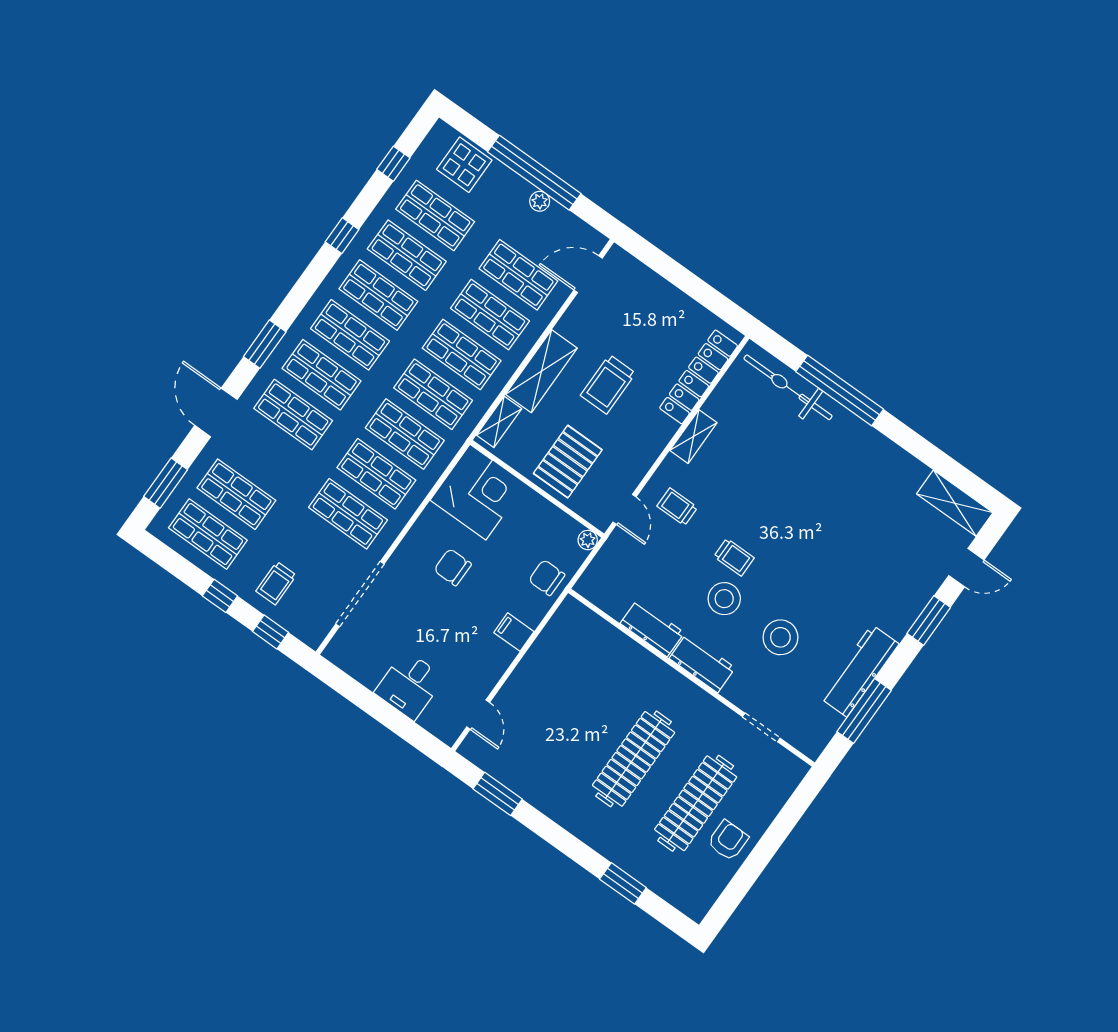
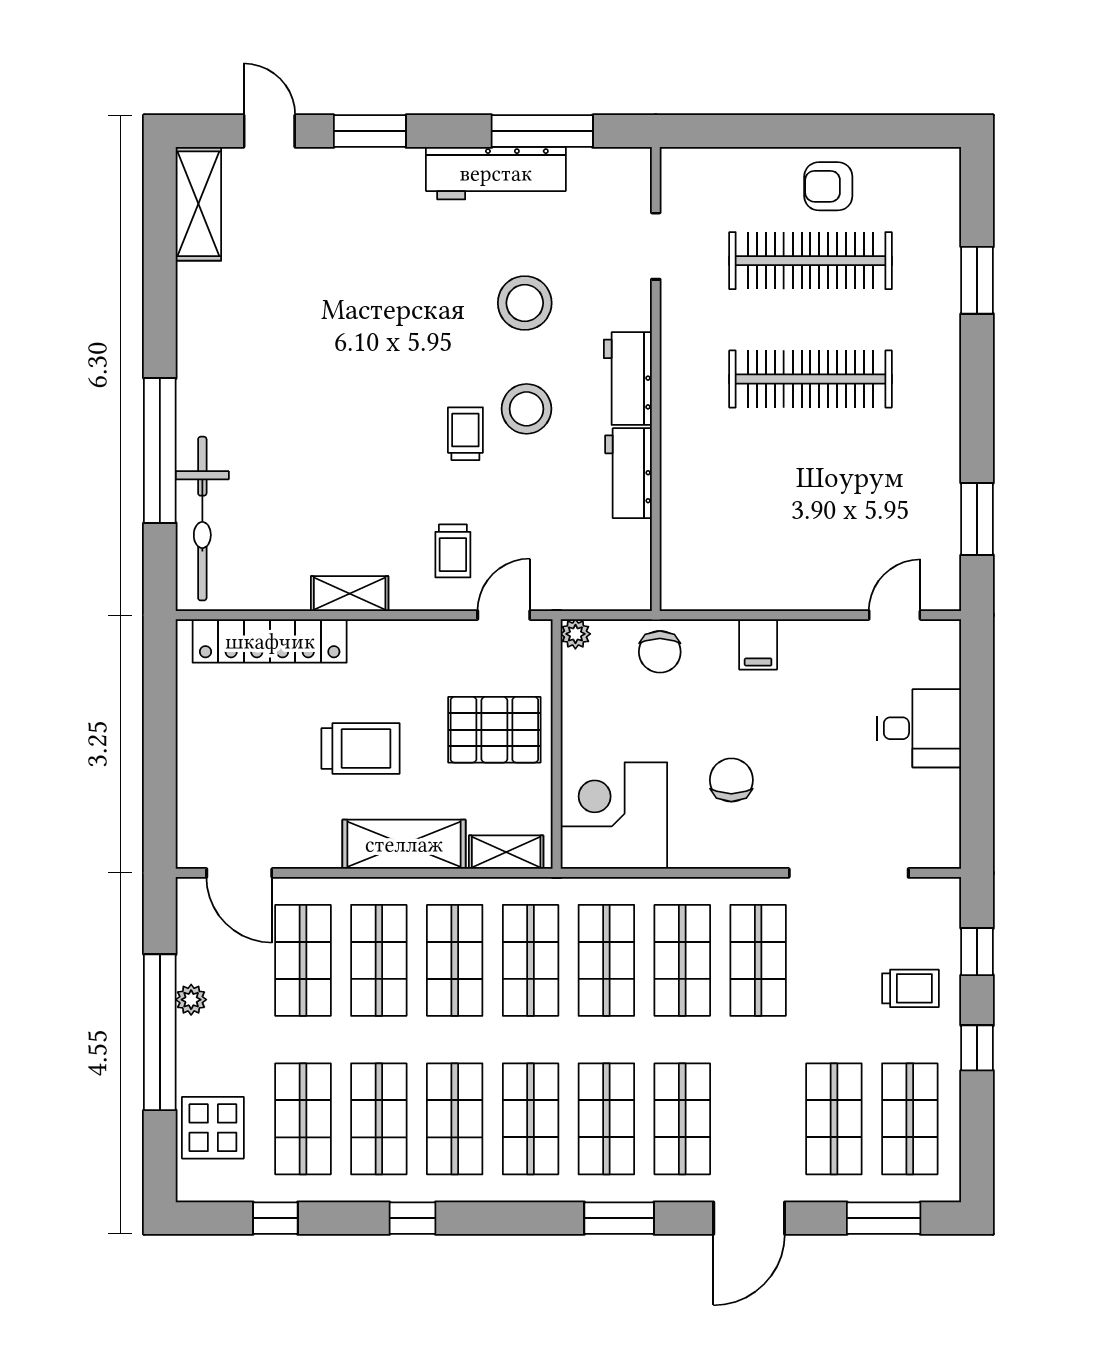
chair: (453, 567) -> (731, 780), turned 180

